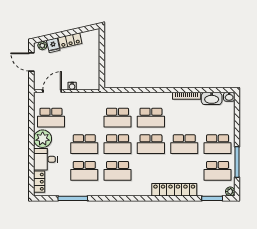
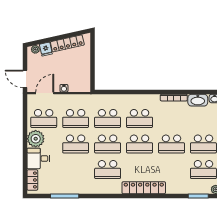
locker: (70, 40) -> (67, 43), width x1.53
door: (31, 62) -> (25, 79), moved
school desk: (84, 171) -> (76, 118), moved
locker: (174, 190) -> (144, 188), moved

